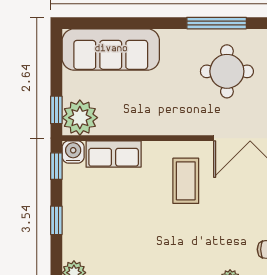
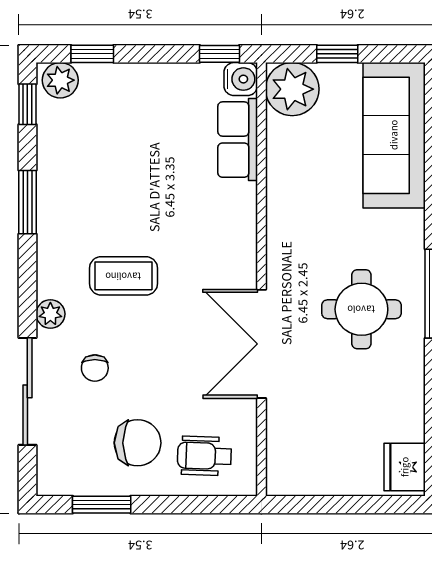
window: (56, 110) -> (337, 54), moved
coffee table: (186, 181) -> (123, 276), moved
window: (56, 220) -> (92, 54), moved

